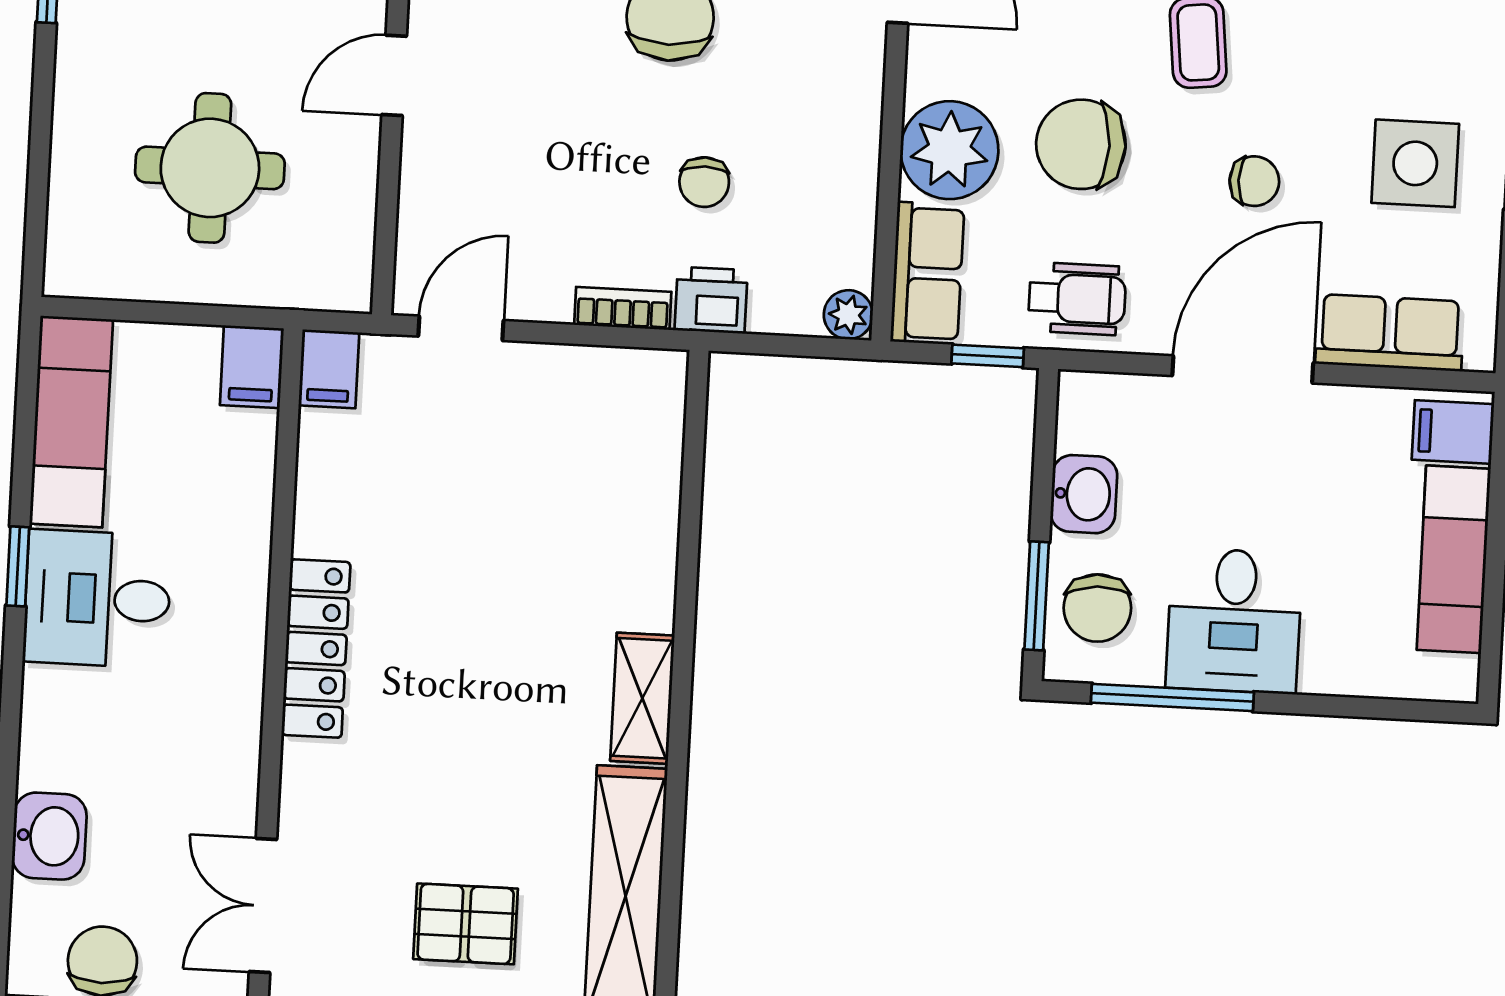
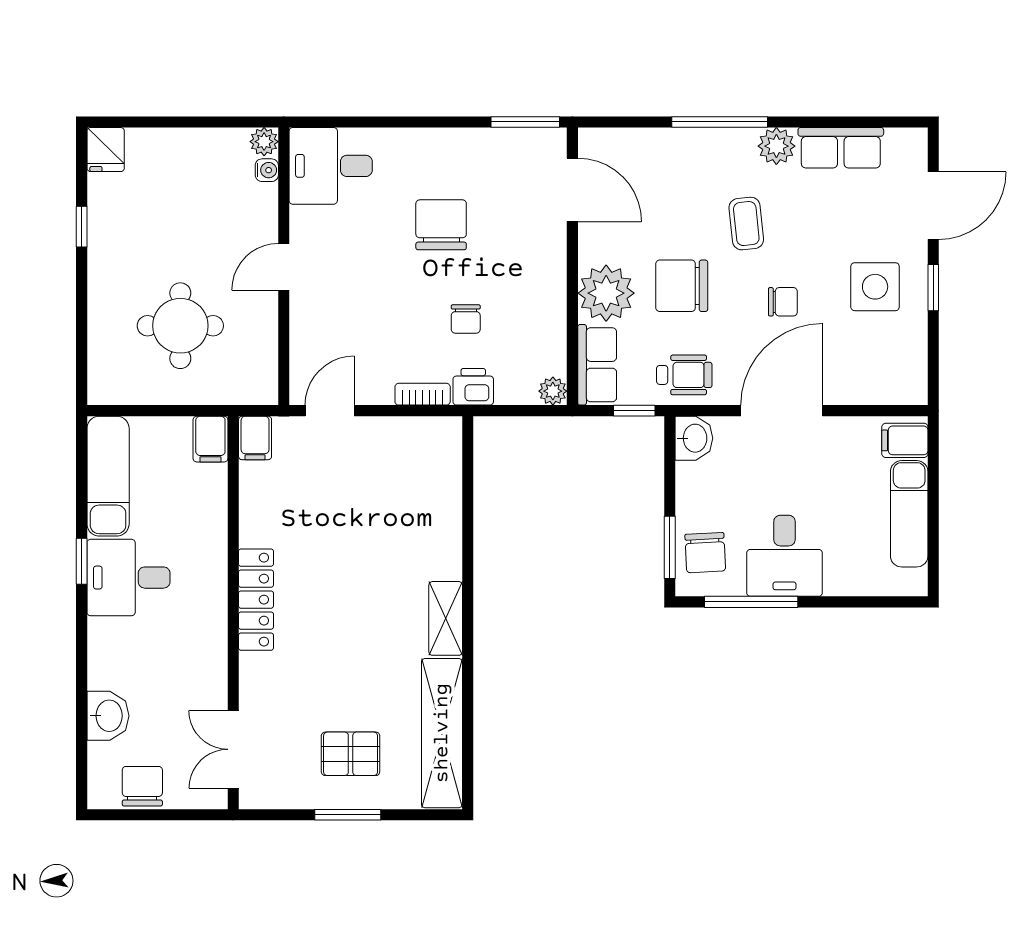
row of seats: (1390, 333) -> (866, 385), removed
washbasin: (1084, 494) -> (694, 438), moved

